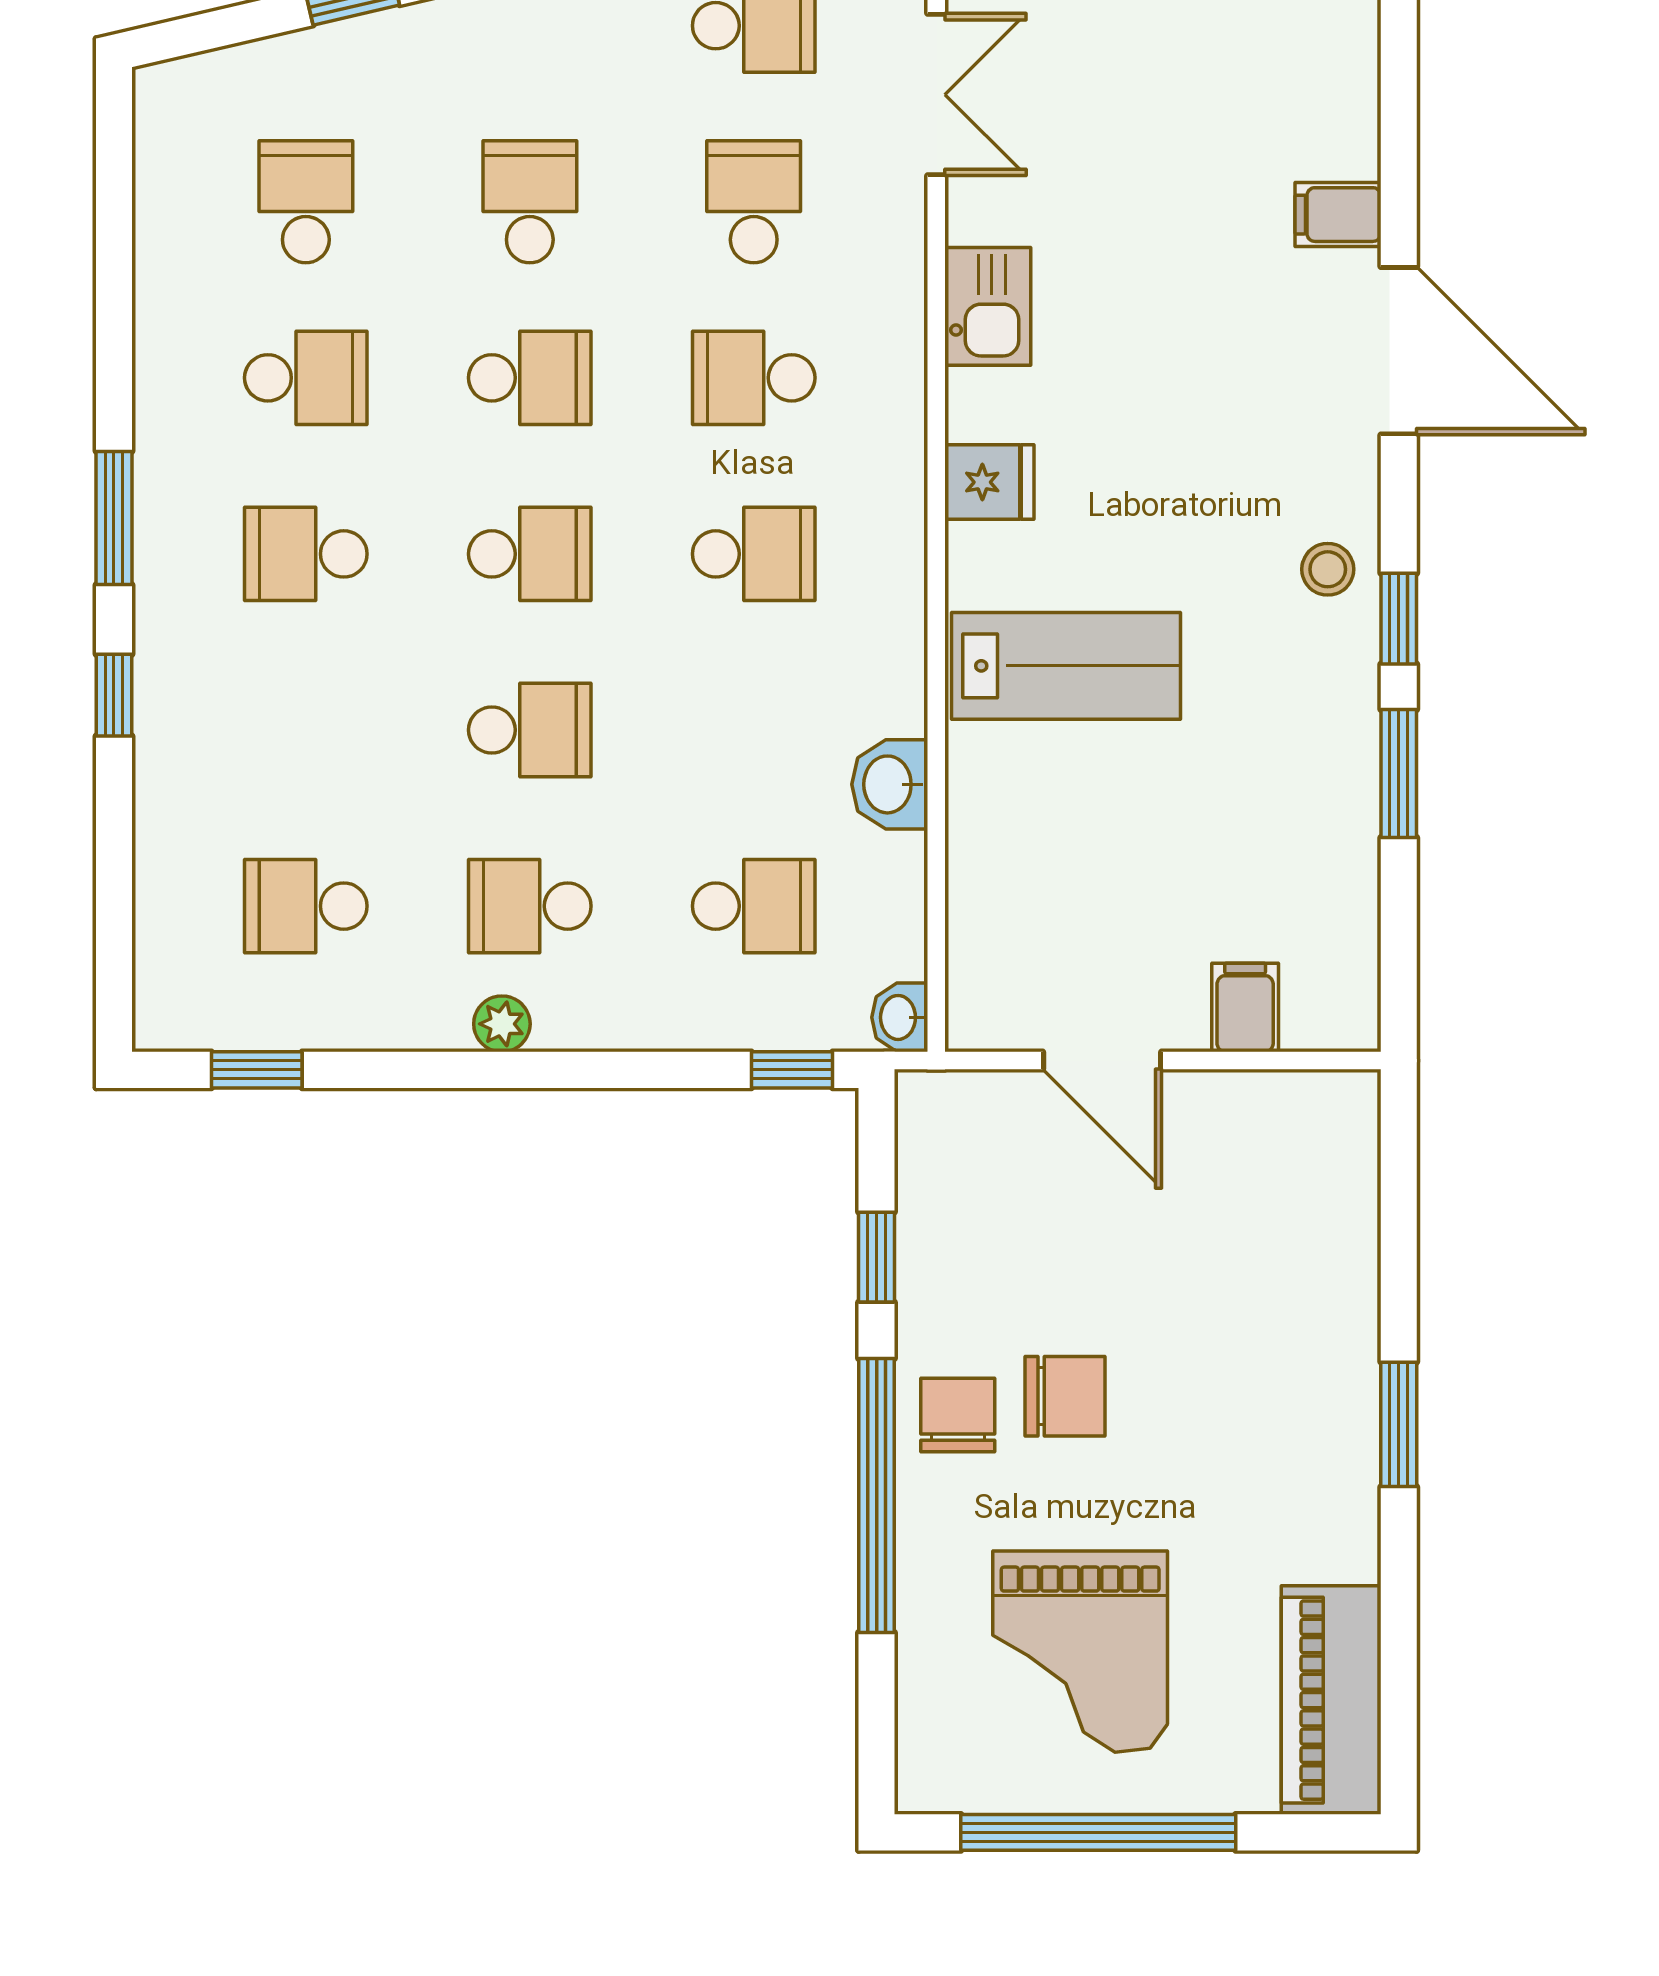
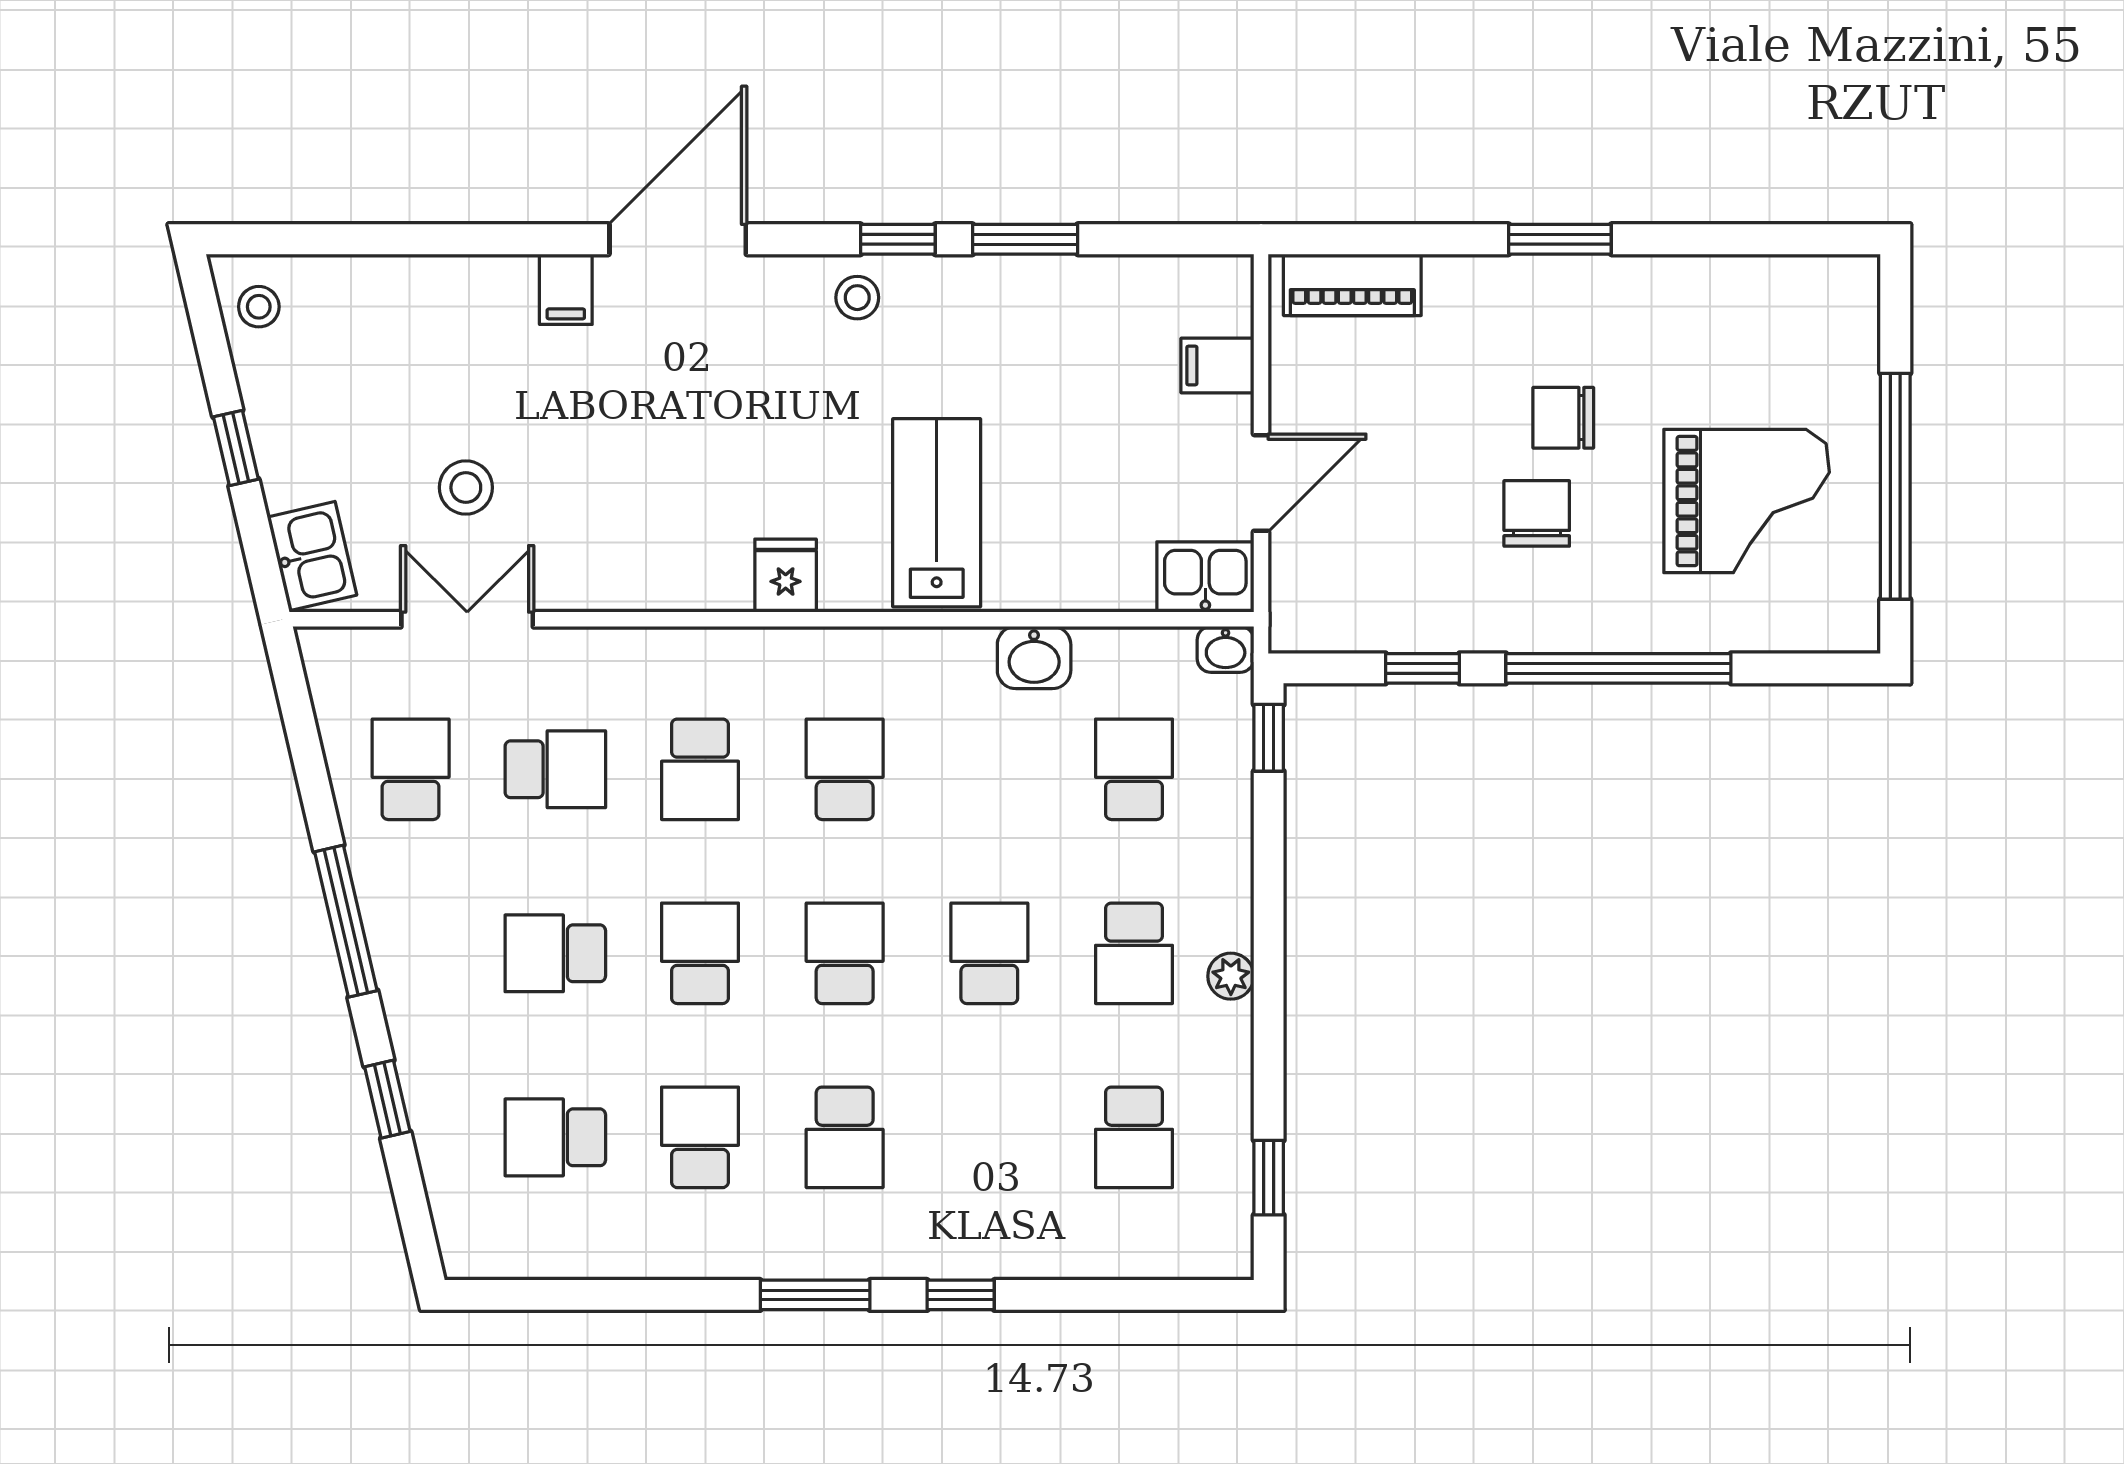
stool: (1097, 93) -> (466, 488), added
school desk: (754, 202) -> (555, 769), turned 180
kitchen sink: (988, 306) -> (1205, 577), moved
chair: (958, 1415) -> (1563, 418), moved
piano: (1331, 1700) -> (1352, 285), moved, width x0.73, depth x0.75

